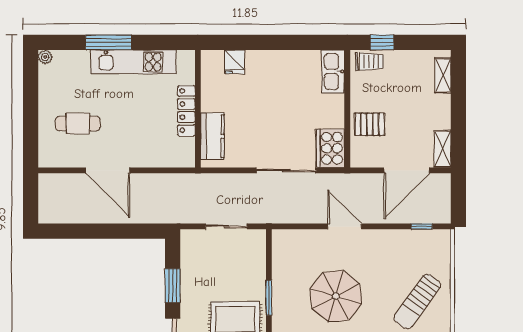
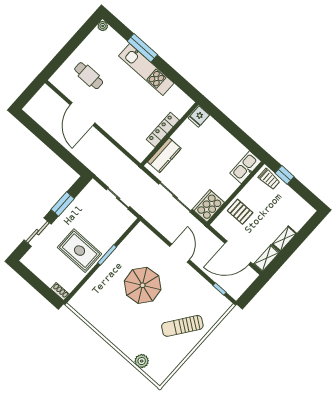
shelving: (443, 75) -> (284, 239), moved
wall: (198, 109) -> (170, 134), moved
locker: (186, 111) -> (163, 130), moved
kitchen counter: (212, 136) -> (164, 155), moved

